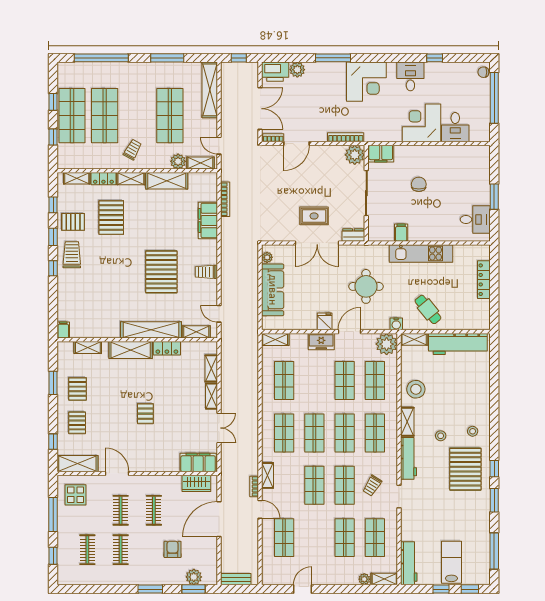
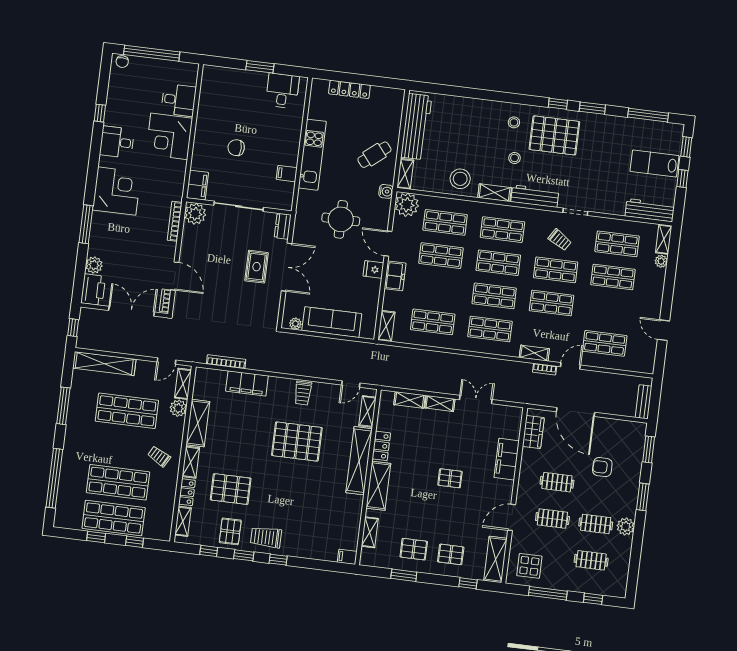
filing cabinet: (198, 462) -> (507, 459), moved
plant: (194, 577) -> (626, 527), moved

